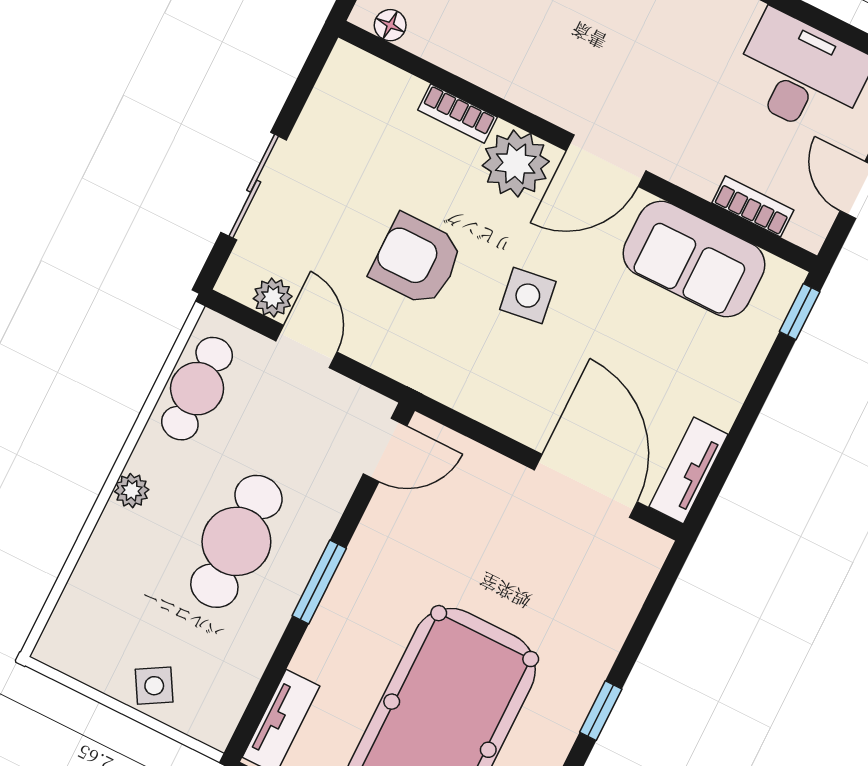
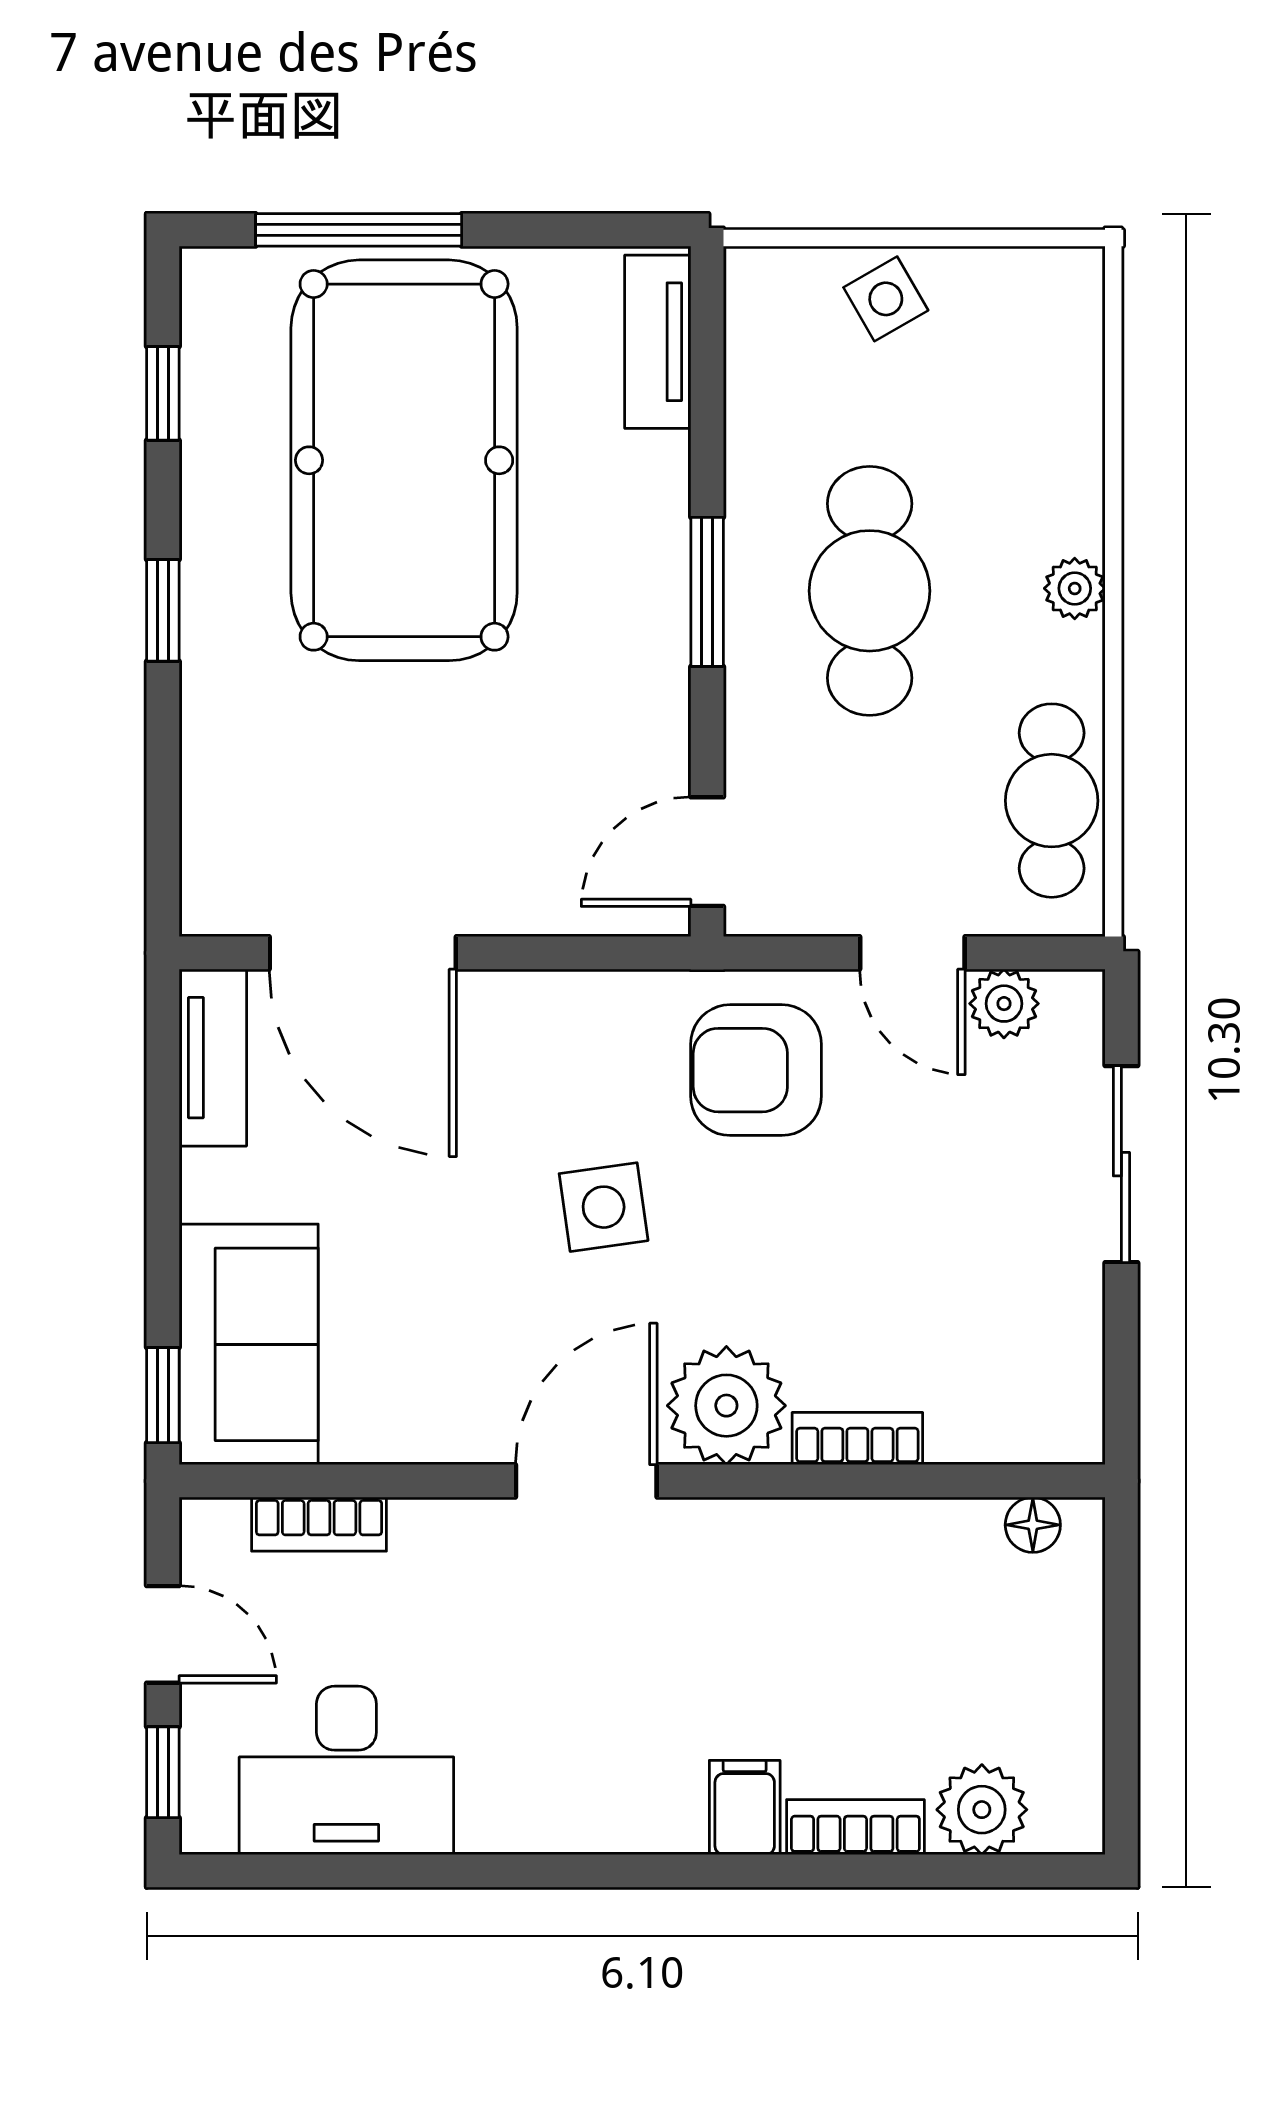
sofa: (694, 259) -> (249, 1344), moved, turned 90
armchair: (417, 260) -> (756, 1070), moved, turned 180

